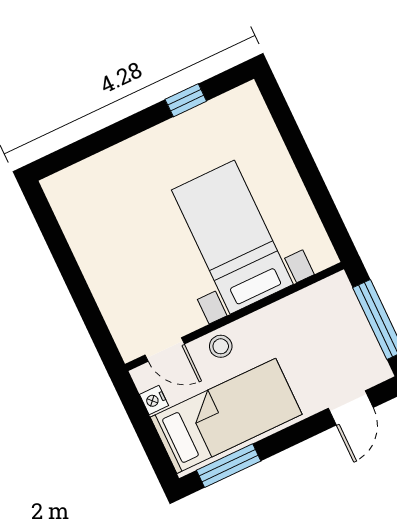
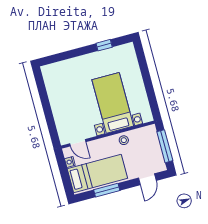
stool: (221, 346) -> (124, 140), moved
window: (229, 466) -> (107, 190), moved

